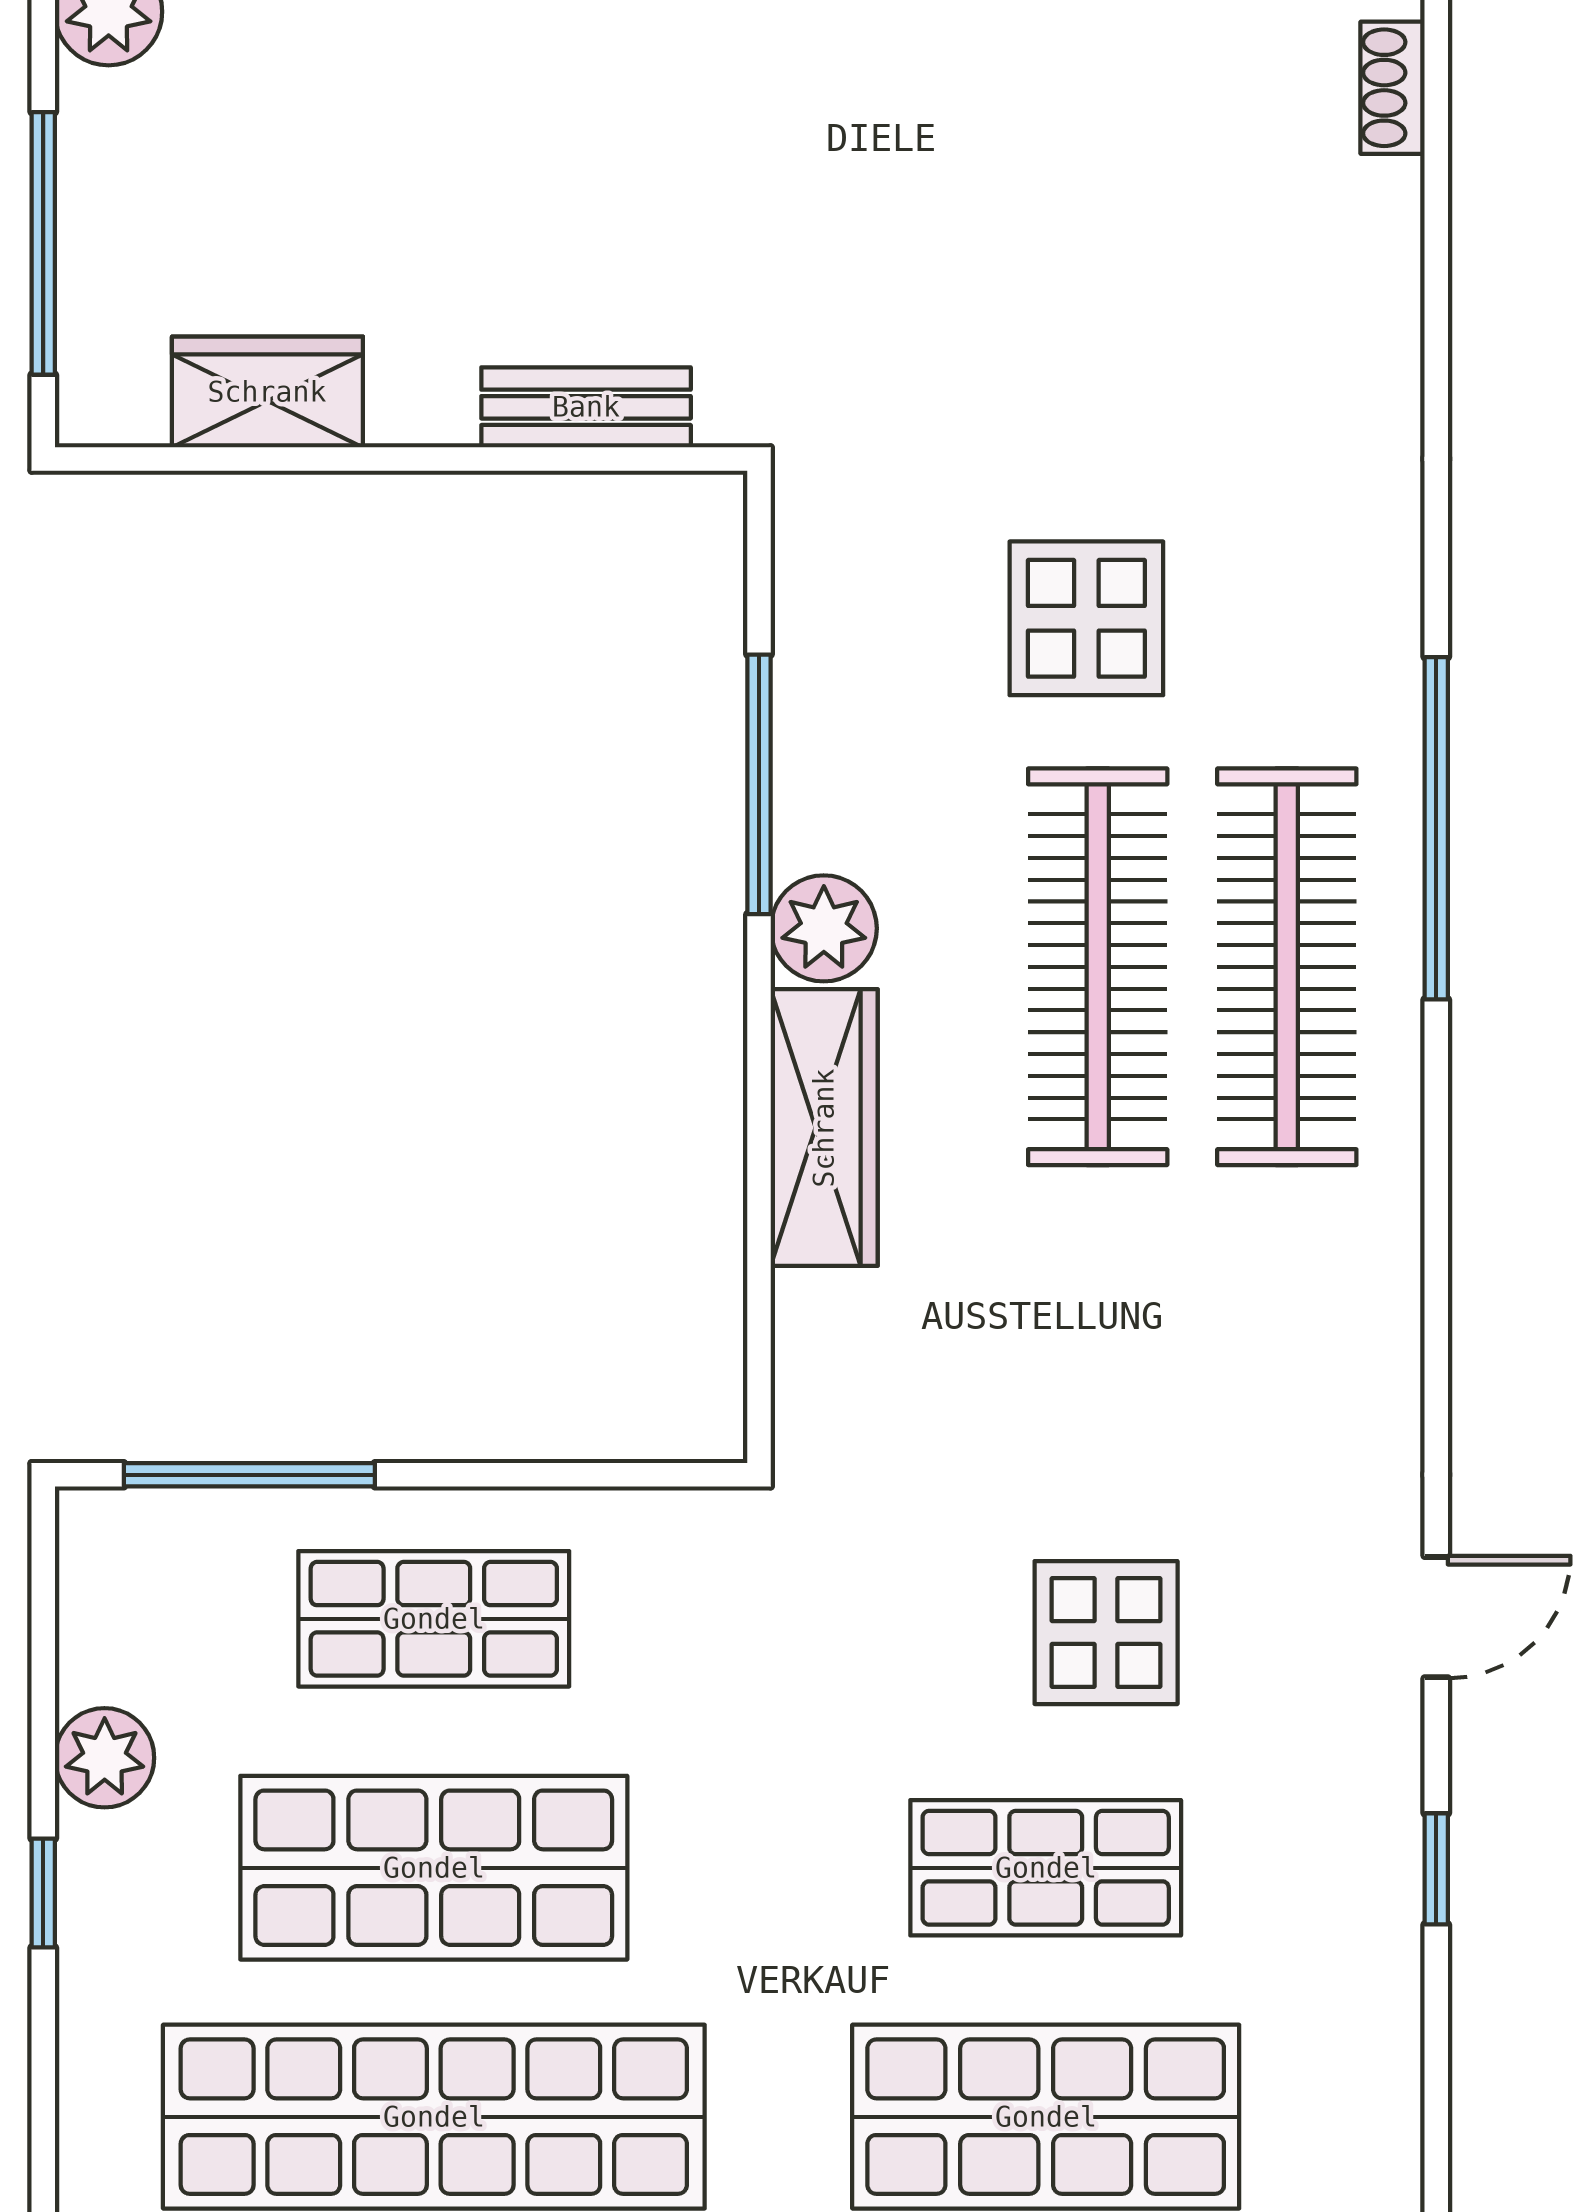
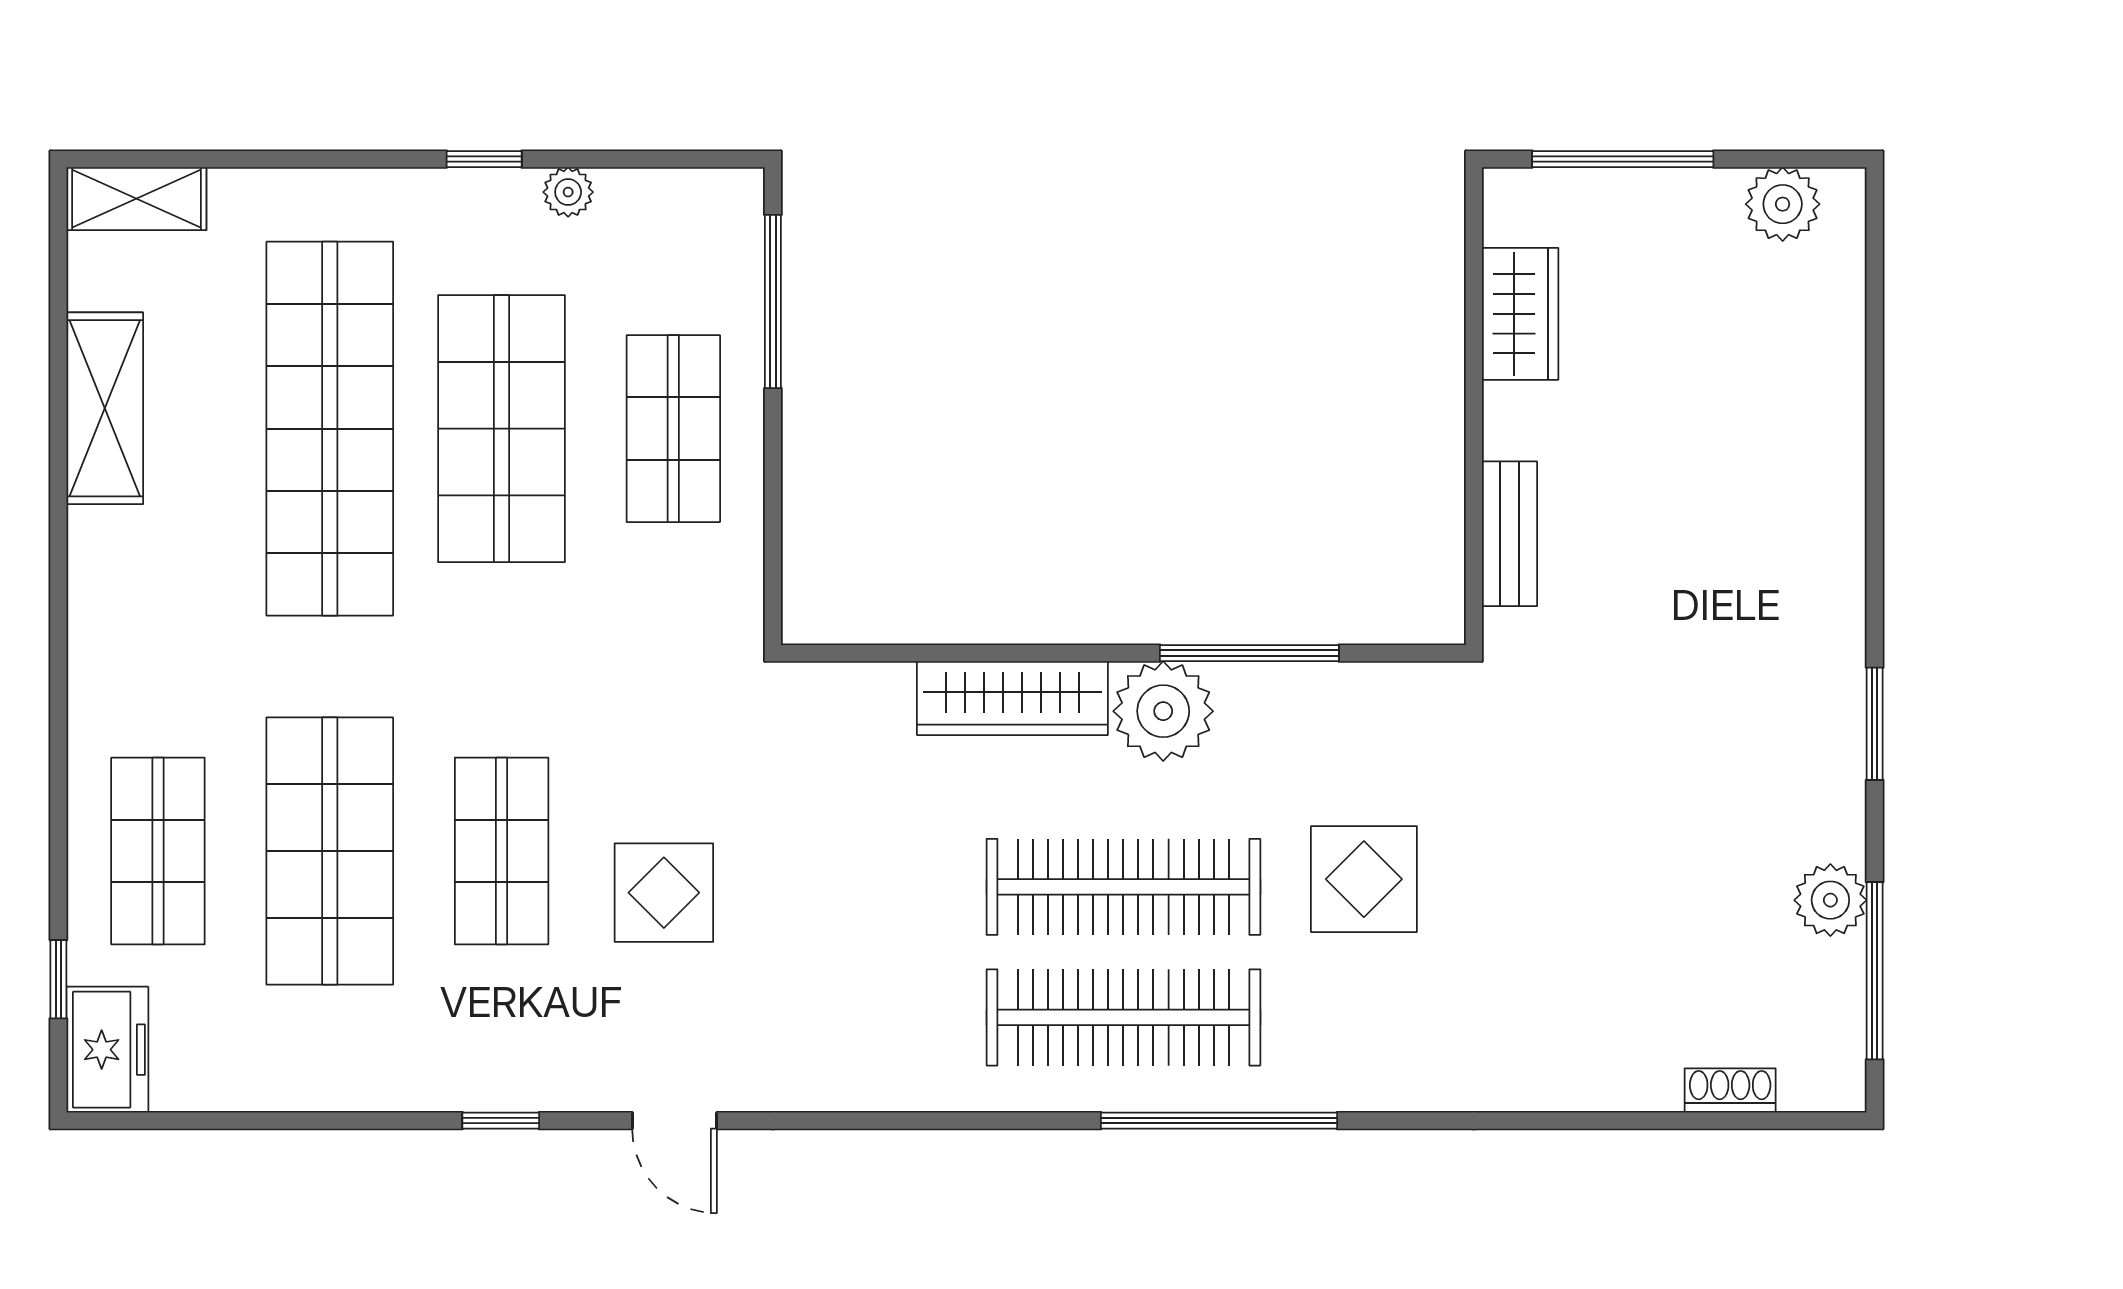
plant: (824, 928) -> (1163, 711), width x1.36, depth x1.36
plant: (105, 1758) -> (568, 192), width x0.73, depth x0.73

